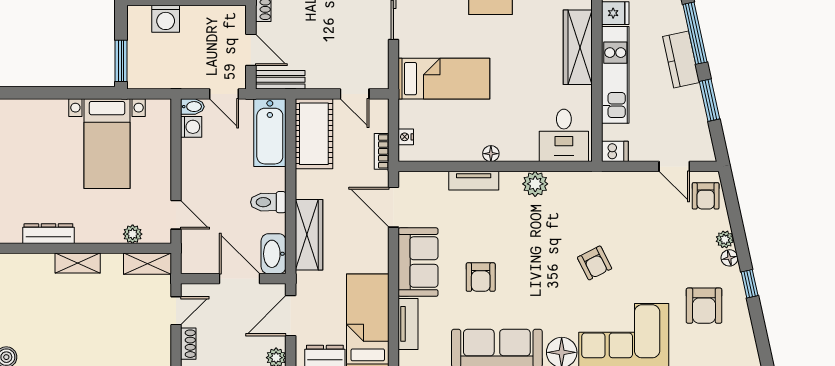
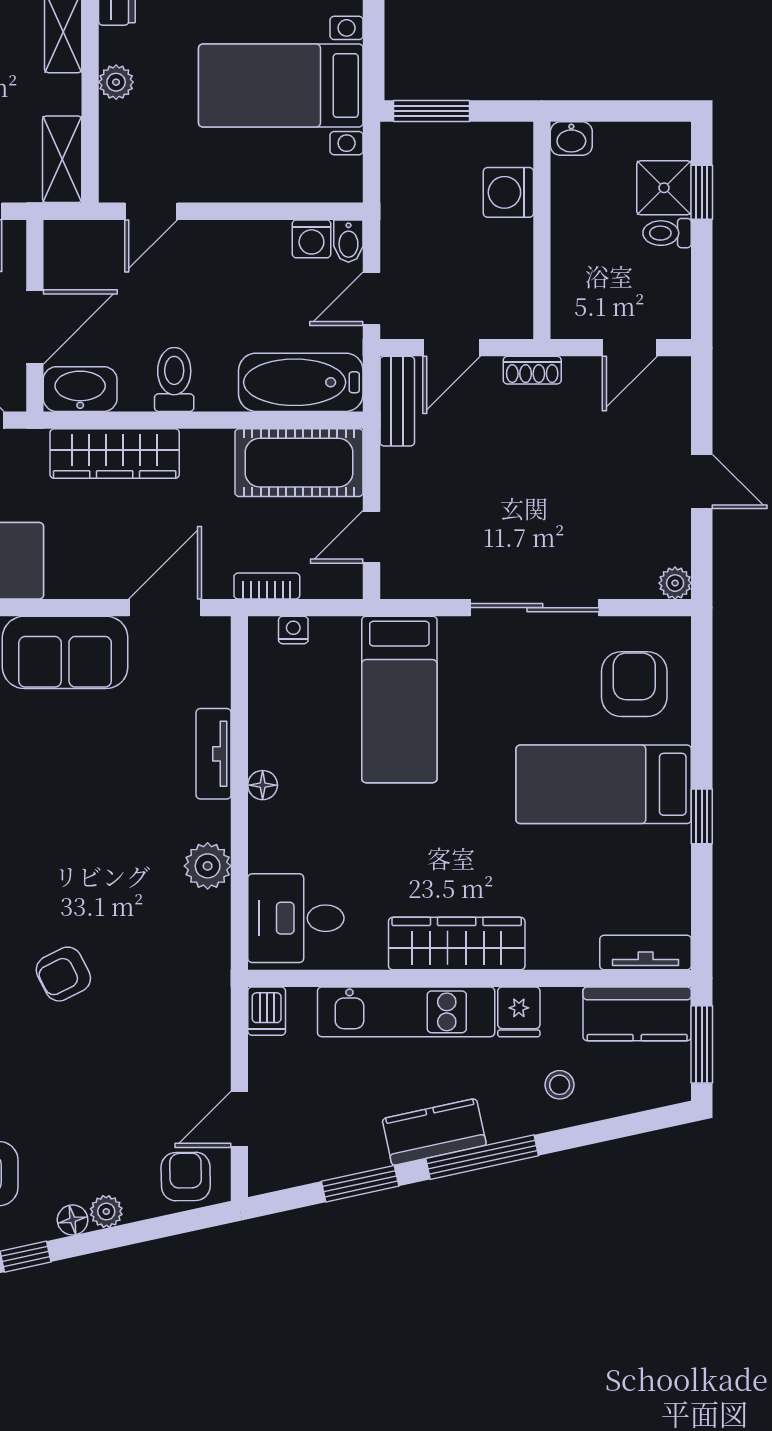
armchair: (706, 196) -> (186, 1176), turned 89
plant: (133, 234) -> (116, 82), moved
armchair: (481, 277) -> (38, 767), removed

